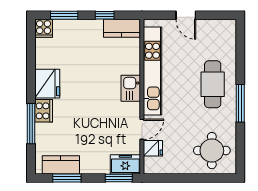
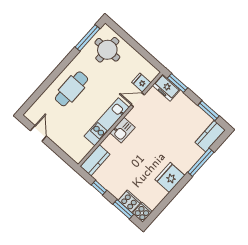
door: (186, 15) -> (38, 133), moved
kitchen counter: (122, 28) -> (95, 160), moved, turned 90
kitchen unit: (152, 71) -> (107, 122), width x0.73
window: (240, 103) -> (87, 38), moved
cooker: (44, 111) -> (130, 201), moved, turned 90
kitchen counter: (61, 165) -> (210, 136), moved, turned 90

